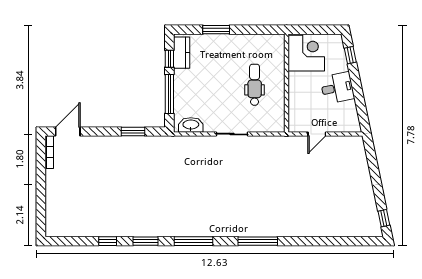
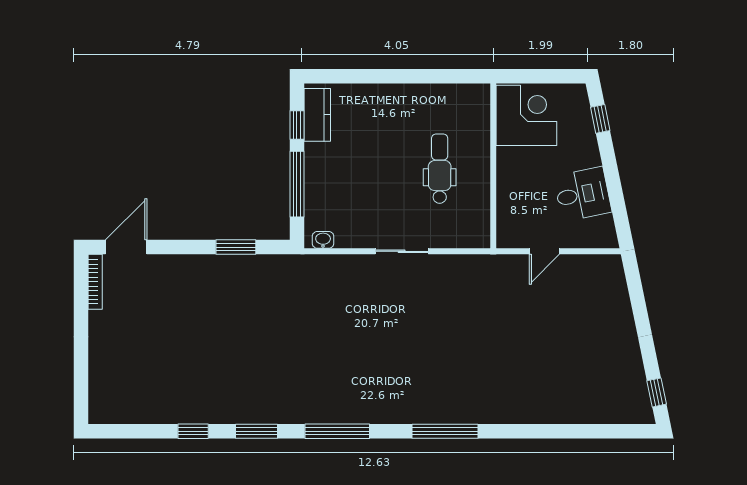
window: (216, 30) -> (375, 76), removed
desk: (337, 88) -> (583, 194), moved
washbasin: (191, 125) -> (323, 240), width x0.52, depth x0.69

